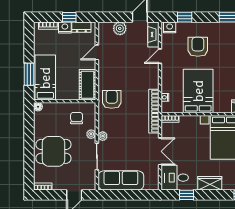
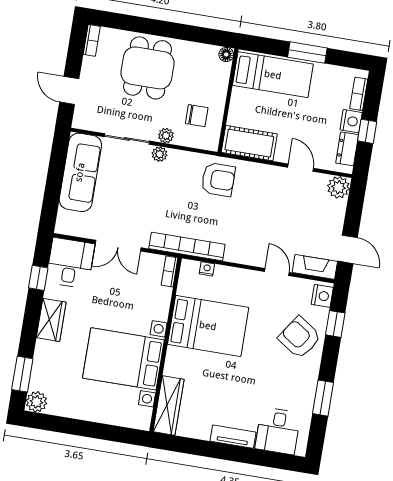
plant: (120, 28) -> (338, 187), moved
armchair: (198, 47) -> (300, 337), moved, turned -146
window: (29, 74) -> (307, 53), moved

